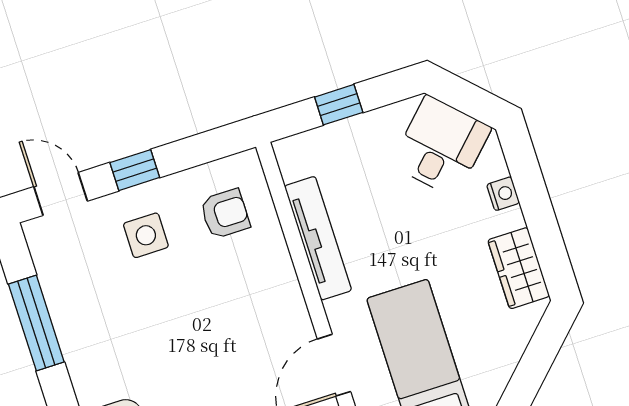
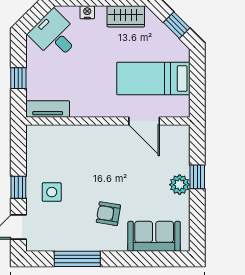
armchair: (225, 214) -> (108, 214), moved, turned -81
tv unit: (318, 238) -> (48, 109), moved, width x0.71
window: (533, 368) -> (177, 25), added

